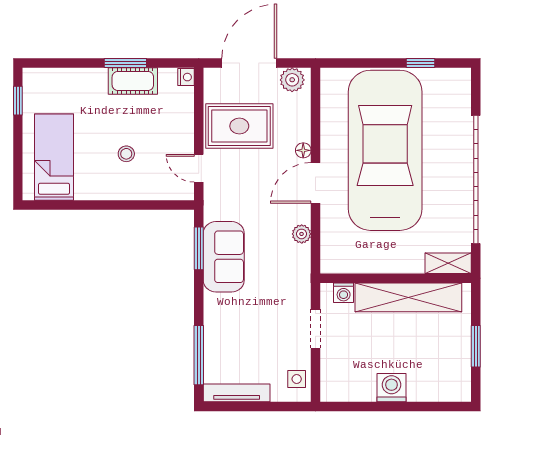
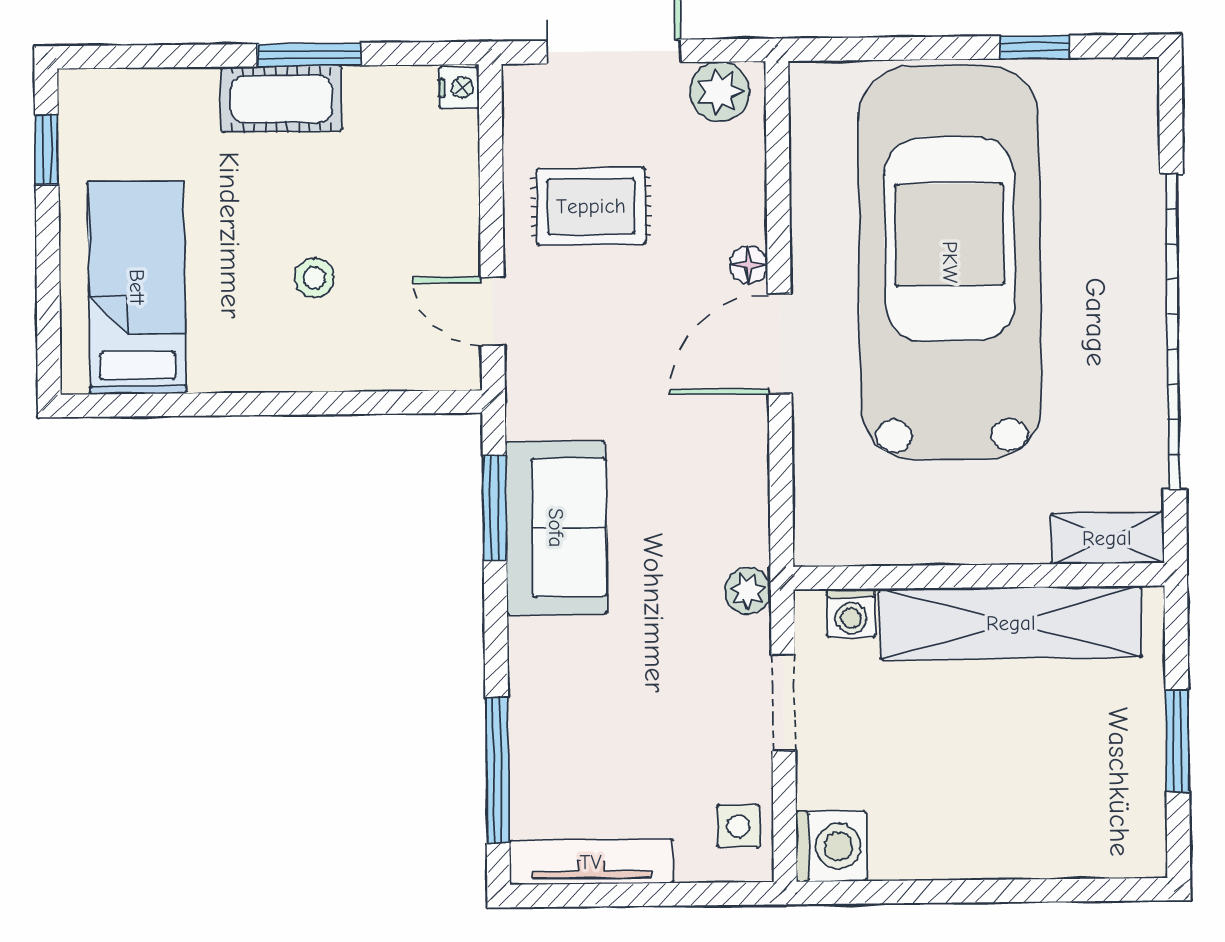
cot: (133, 81) -> (281, 99), moved
rug: (239, 126) -> (591, 206), width x0.73, depth x0.70
plant: (302, 234) -> (748, 591), moved
washing machine: (391, 388) -> (831, 846), moved, turned 90

